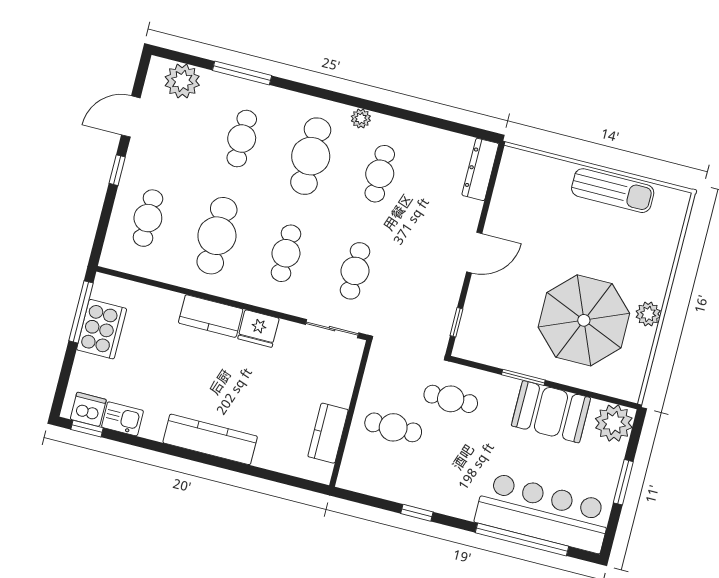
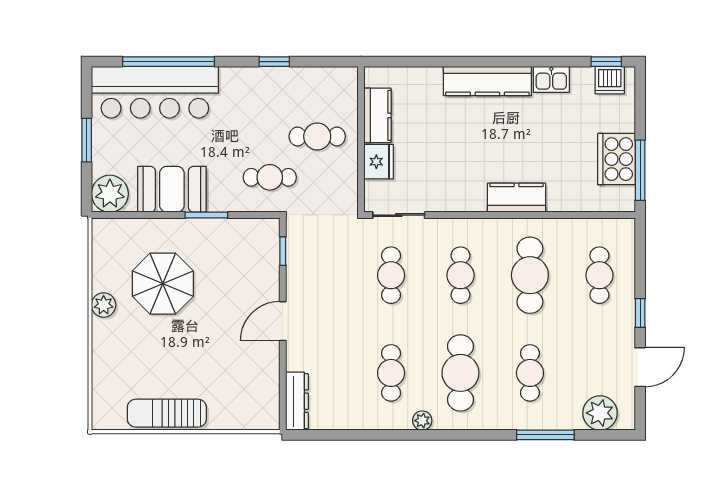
parasol: (584, 320) -> (163, 284), width x0.73, depth x0.73
fridge: (258, 329) -> (379, 162), moved, turned 90
kitchen sink: (122, 419) -> (551, 79), moved

